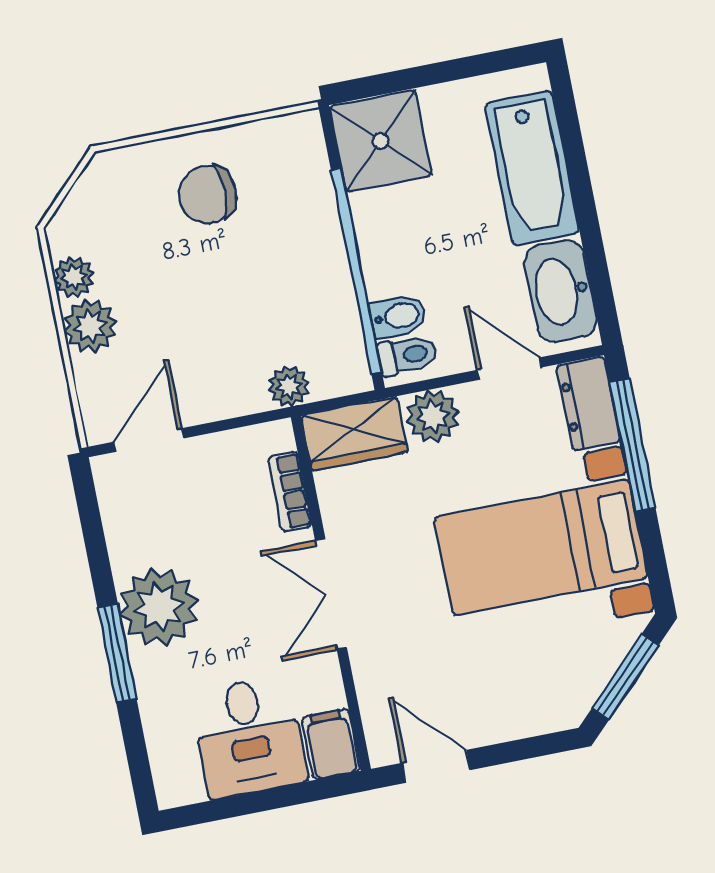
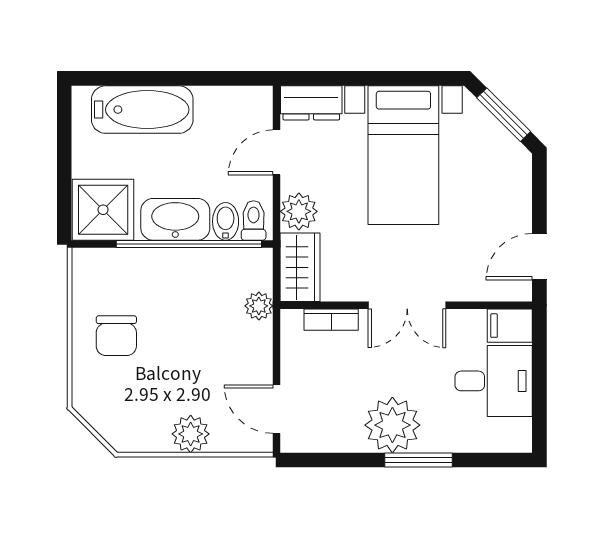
plant: (74, 277) -> (155, 439), removed
washbasin: (561, 291) -> (175, 219), moved, turned 180
window: (632, 445) -> (346, 78), removed

